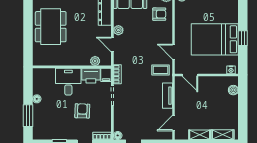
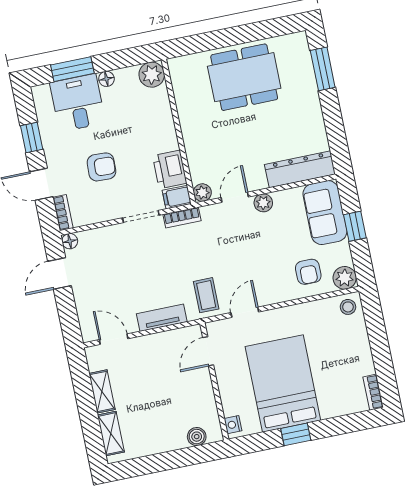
plant: (95, 61) -> (202, 193), moved
plant: (39, 75) -> (152, 75), added
desk: (68, 82) -> (78, 103), moved, turned -90

